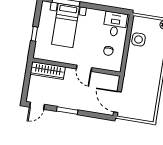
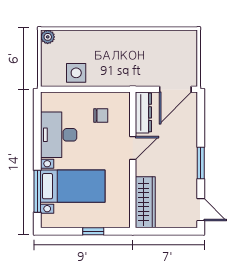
desk: (115, 24) -> (59, 135), moved, width x1.37
dresser: (106, 79) -> (143, 112), added

